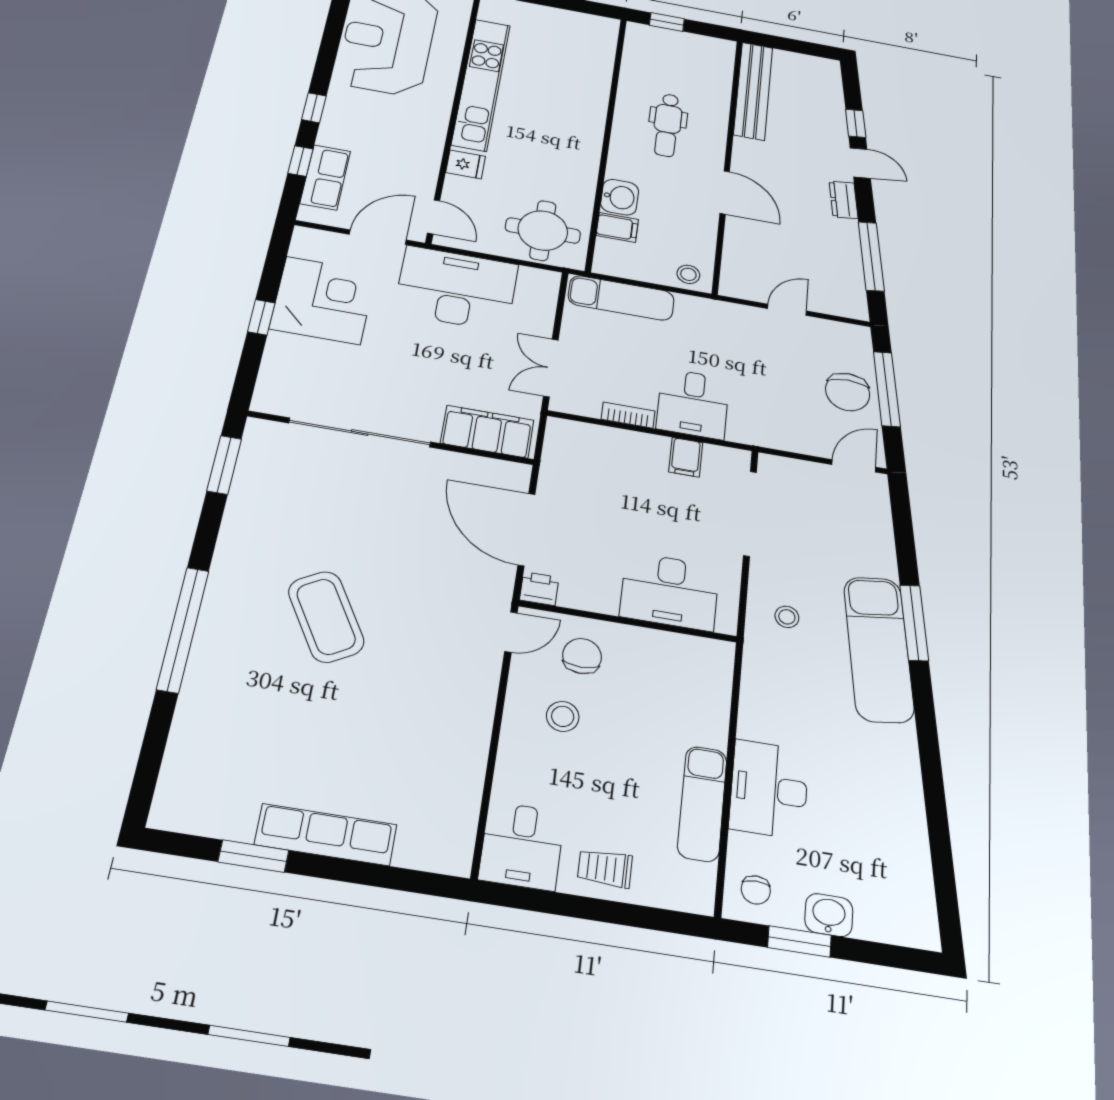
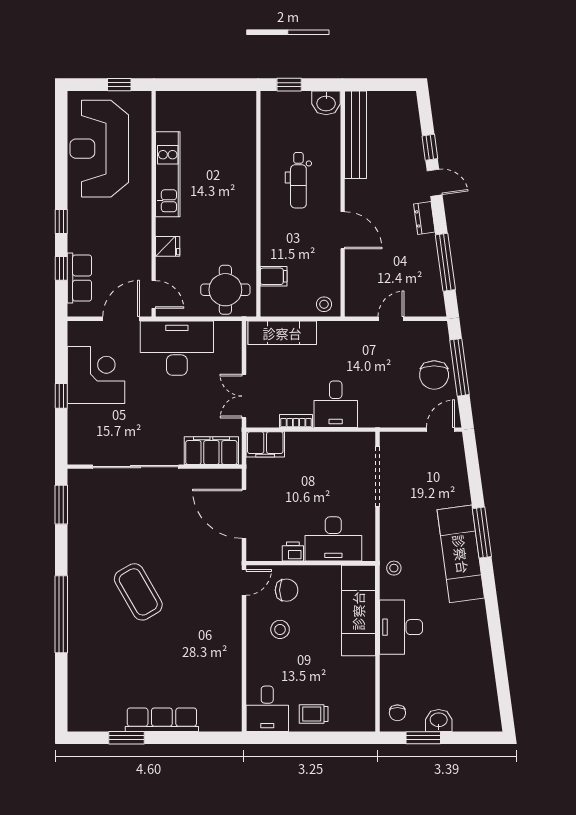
kitchen unit: (481, 84) -> (168, 174), width x0.73
washbasin: (620, 197) -> (326, 103), moved, turned 90
filing cabinet: (686, 457) -> (265, 444), moved, width x2.00
printer: (539, 589) -> (293, 551), moved
stool: (787, 617) -> (394, 568), moved
chair: (582, 656) -> (287, 590), turned 90
desk: (769, 789) -> (401, 627), moved
exam couch: (702, 803) -> (358, 611), moved, width x1.36, depth x1.45

